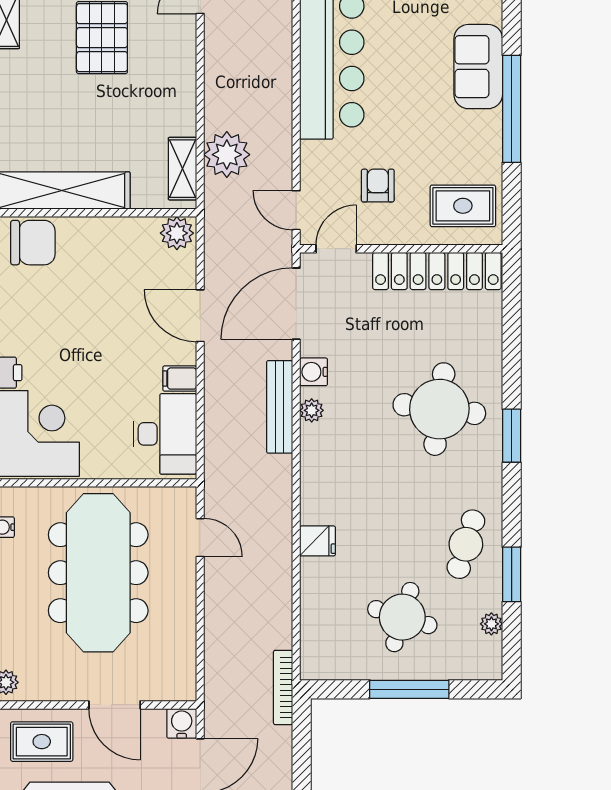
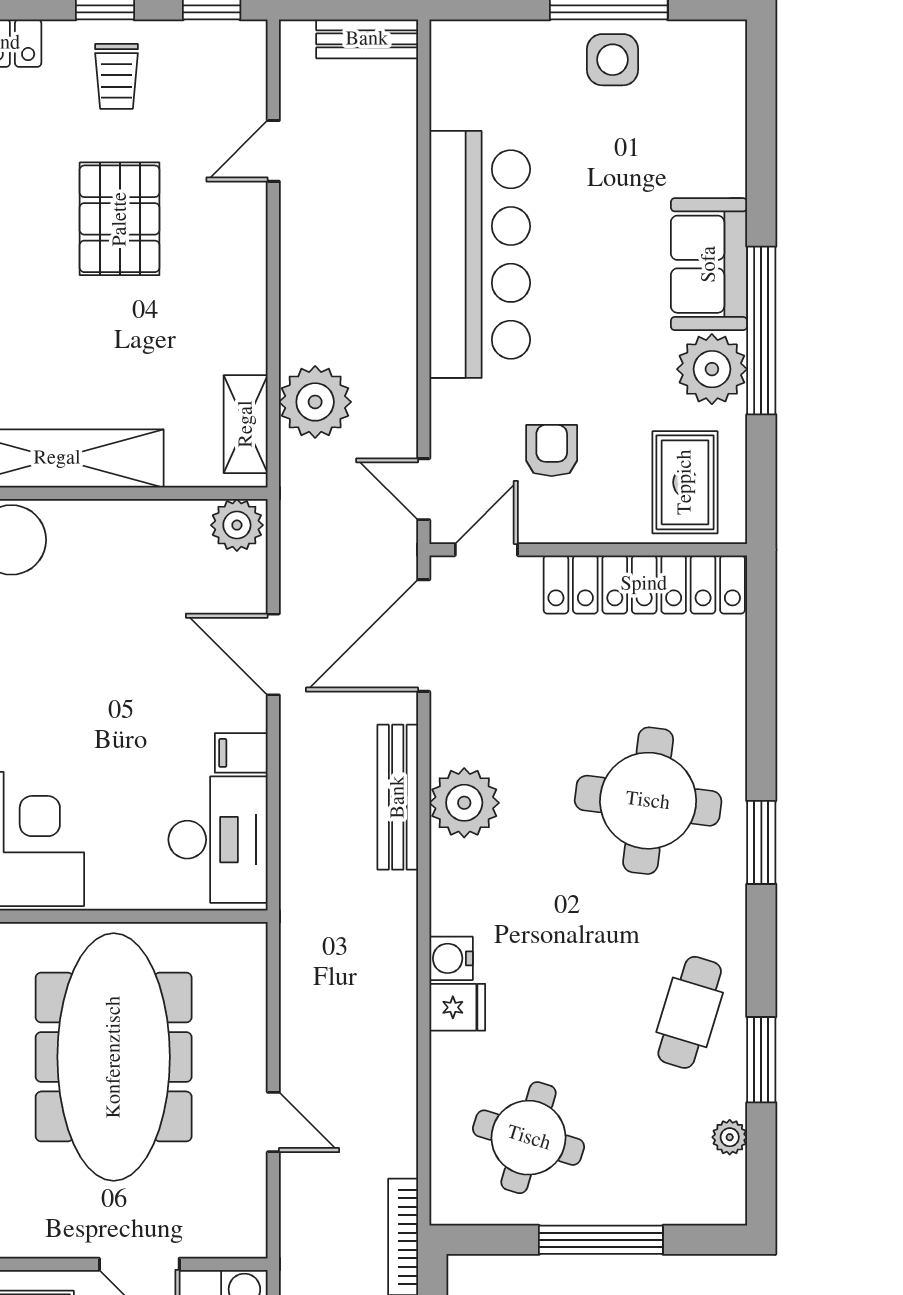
plant: (480, 134) -> (712, 369), added
rug: (463, 206) -> (685, 482), turned 90
water cooler: (314, 372) -> (451, 958), moved
plant: (312, 410) -> (464, 803), width x1.88, depth x1.88
door: (200, 538) -> (273, 1122), moved
round table: (402, 617) -> (529, 1138), moved

